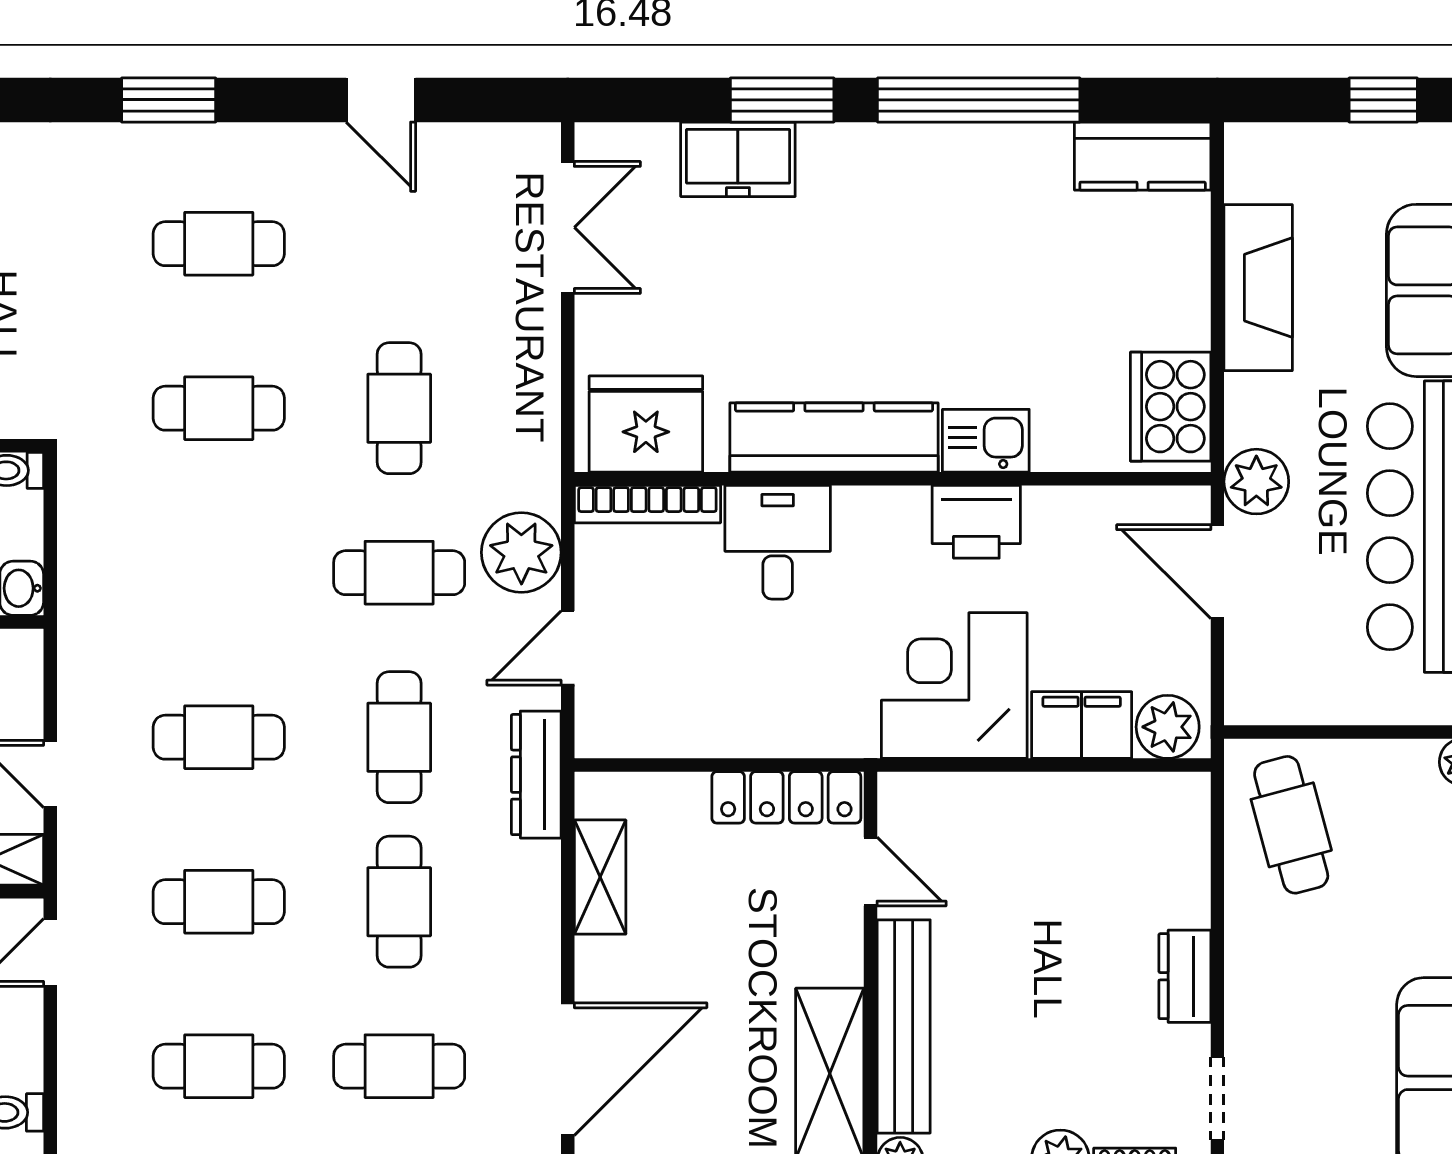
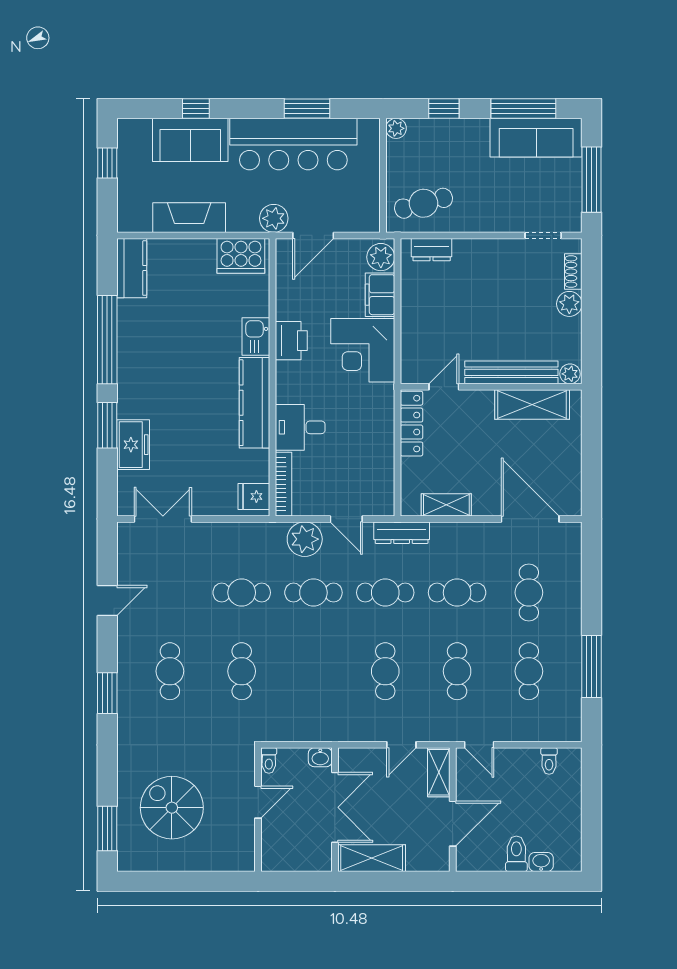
fridge: (646, 424) -> (254, 496), width x0.53, depth x0.75
cafe table: (399, 573) -> (313, 593), turned 90
dresser: (1185, 976) -> (432, 250), moved

